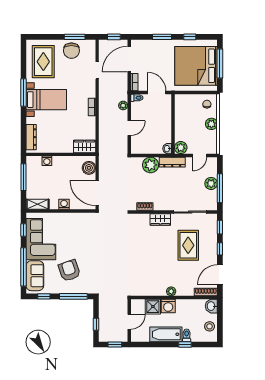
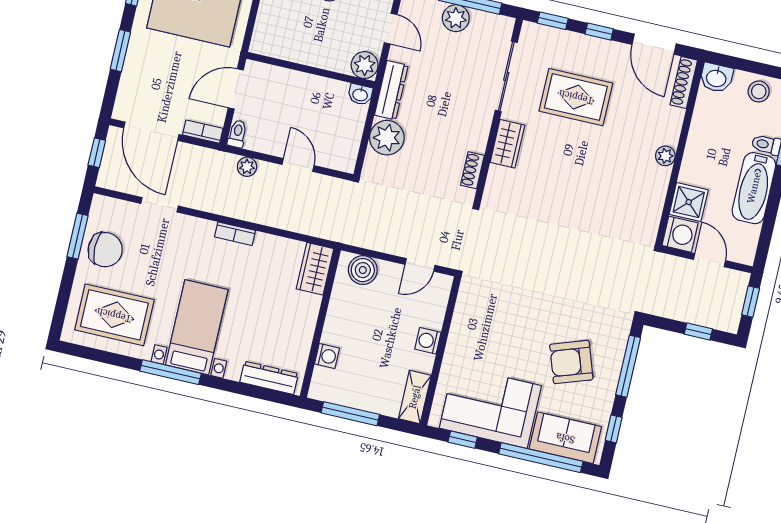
door: (97, 193) -> (420, 265), width x0.53
washing machine: (168, 306) -> (680, 234), moved

